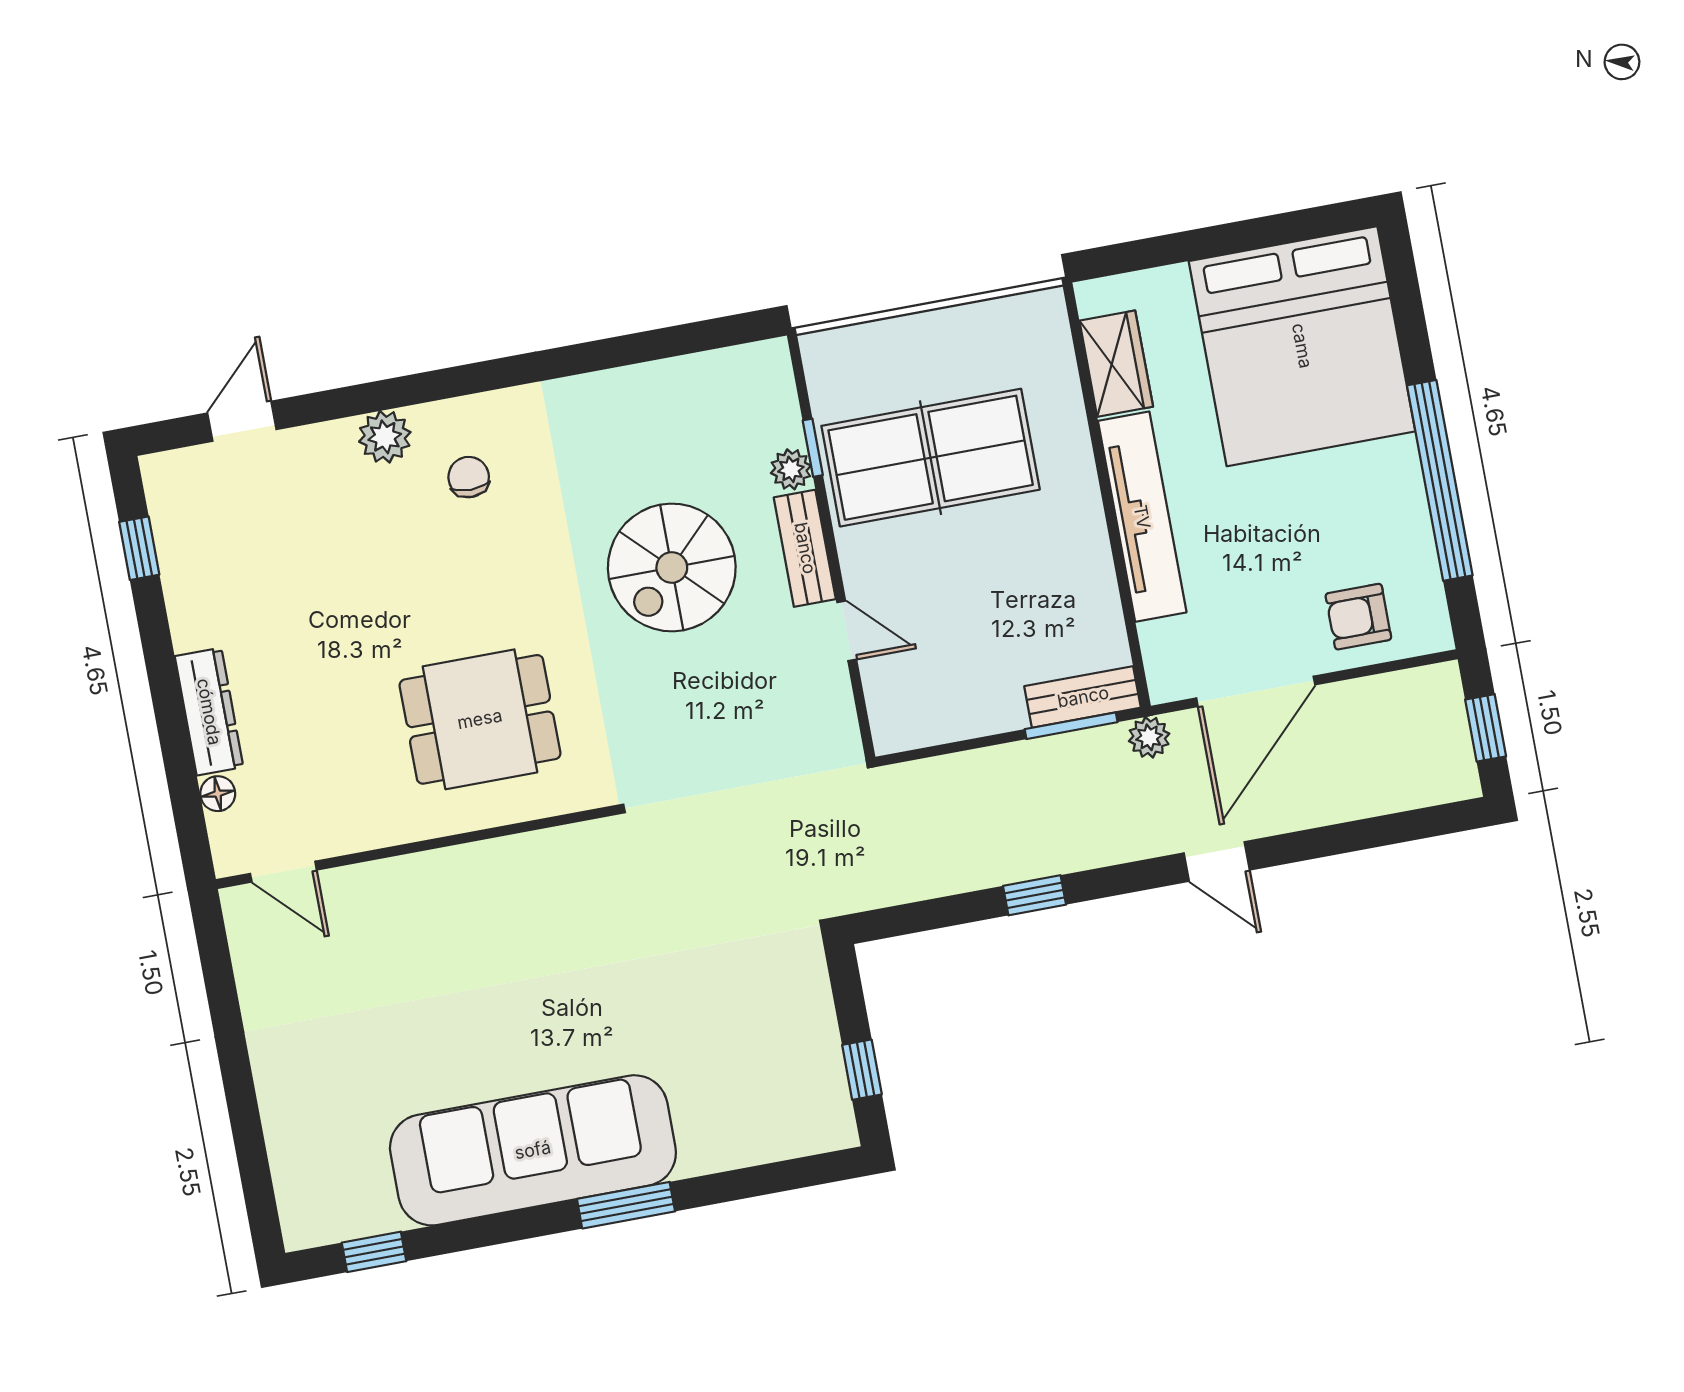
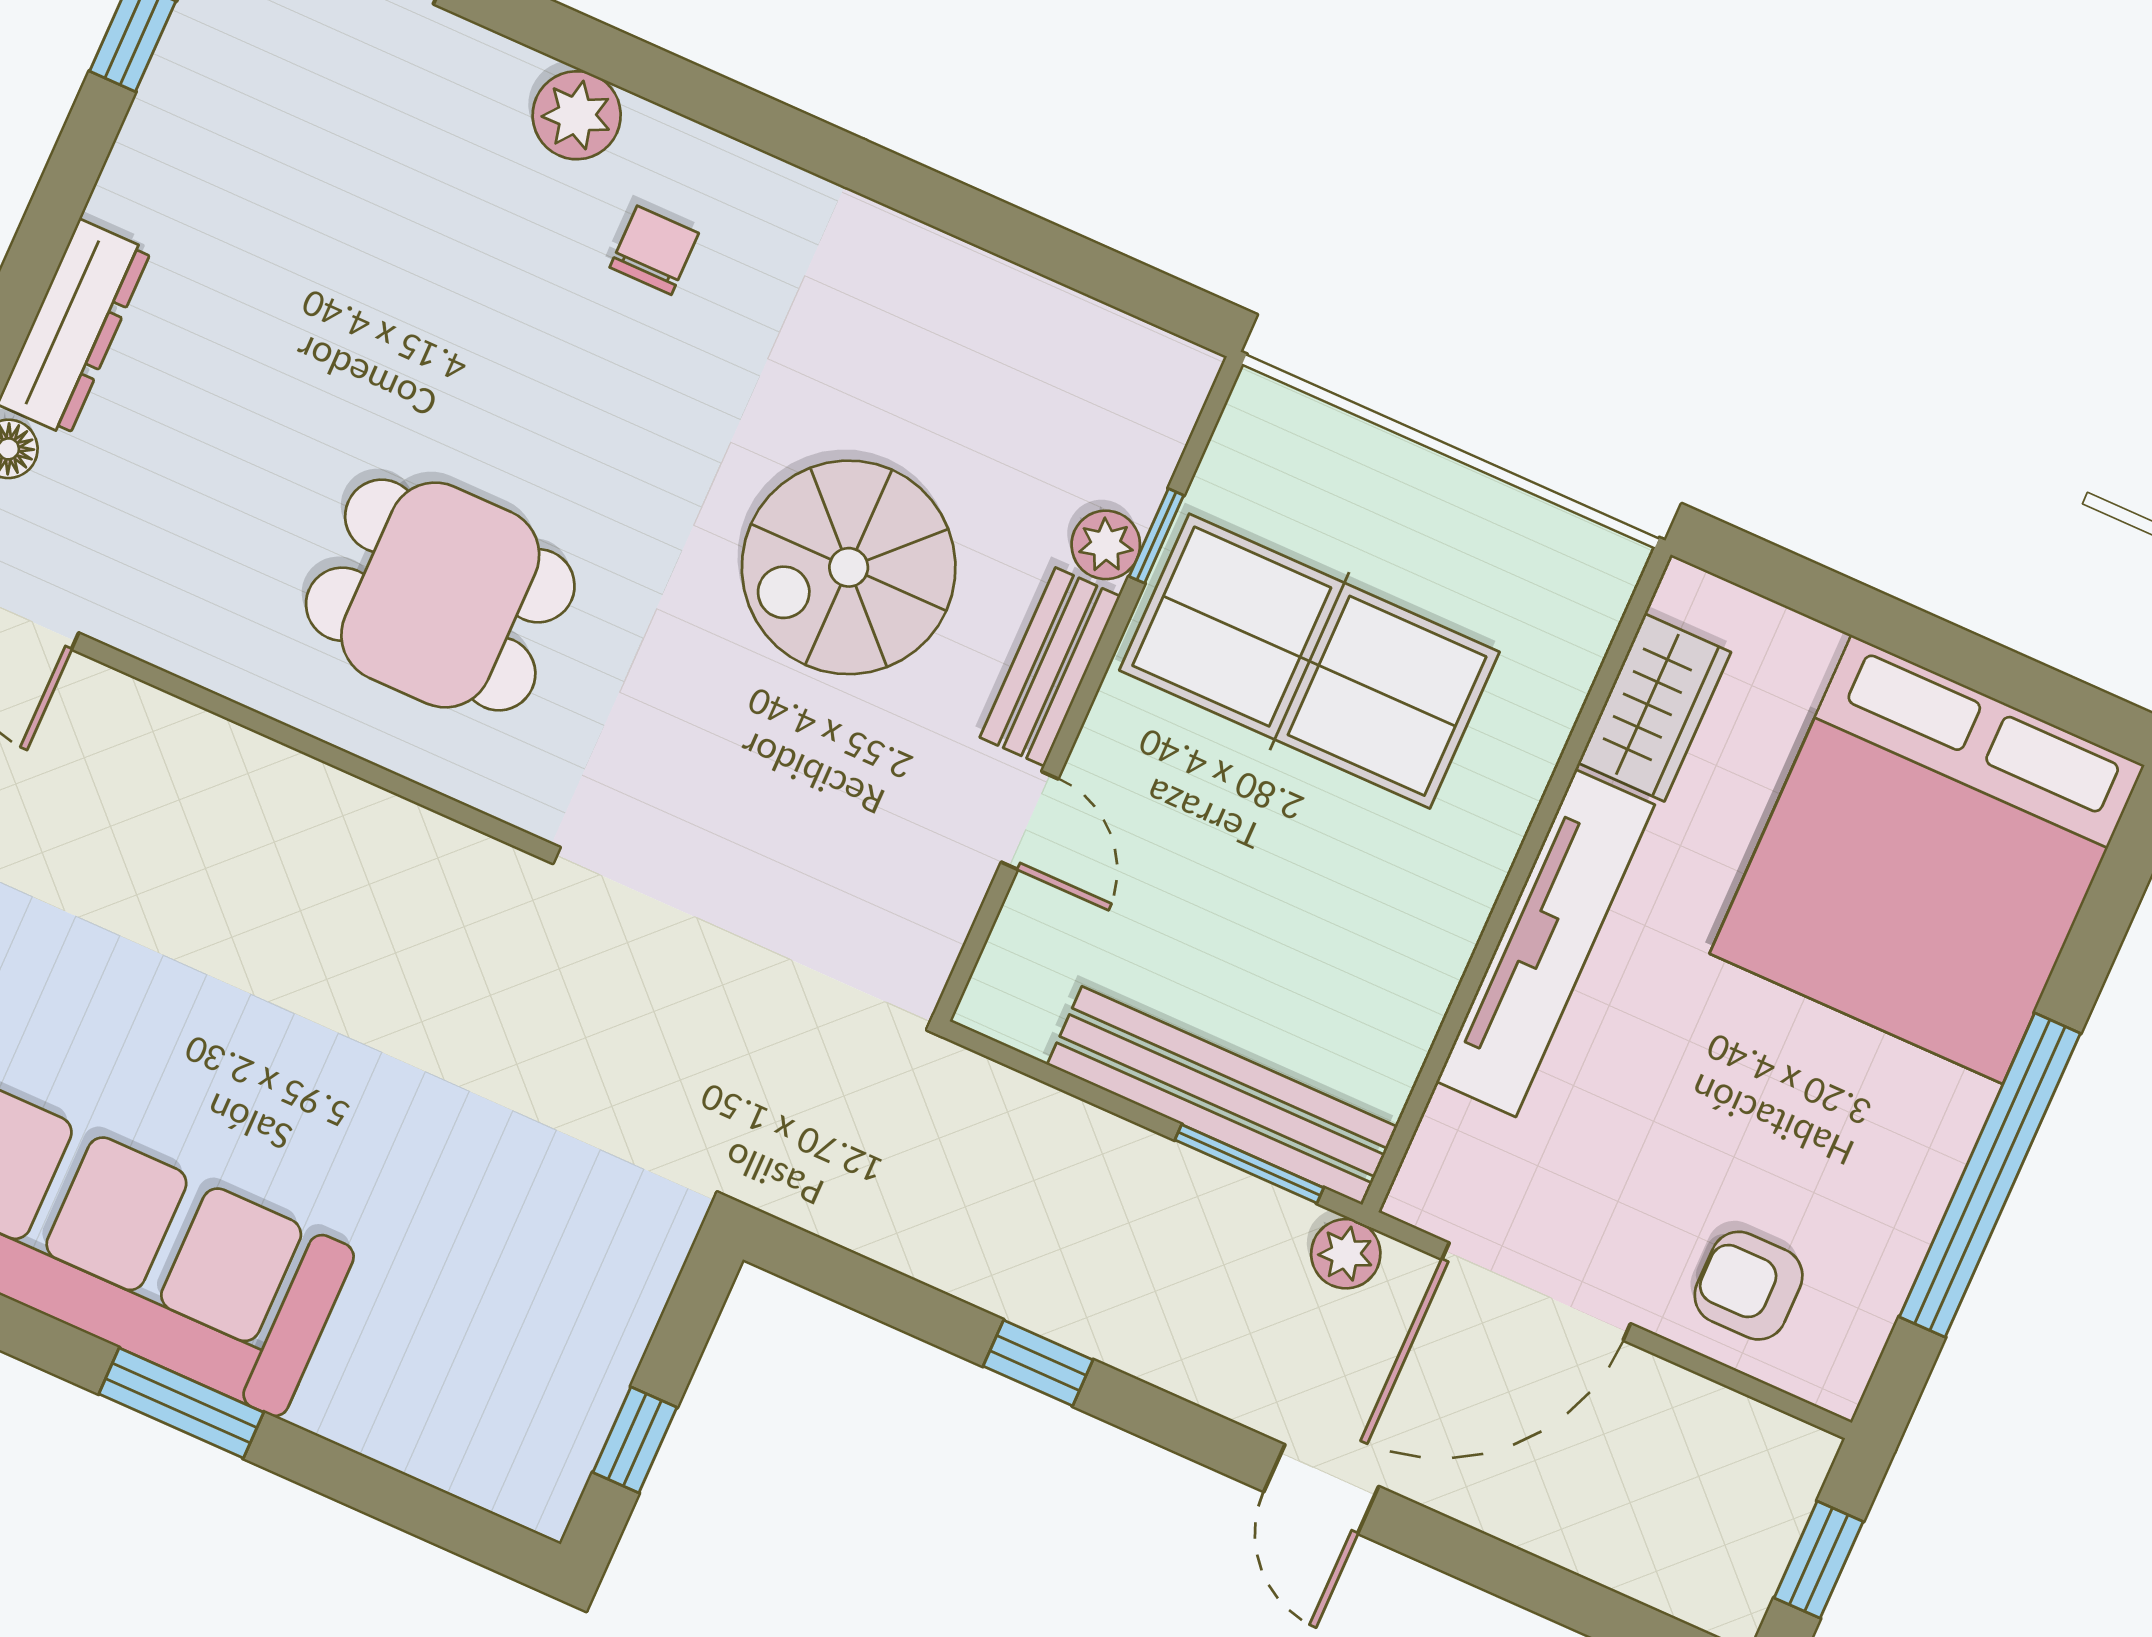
bench: (1083, 697) -> (1222, 1096), width x1.86, depth x1.21

